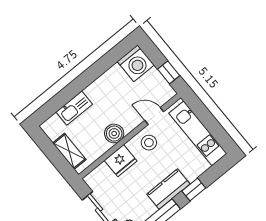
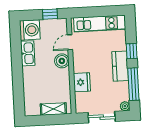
kitchen sink: (74, 108) -> (28, 53), moved
boiler: (114, 133) -> (62, 61), moved
stool: (149, 143) -> (83, 57), removed

